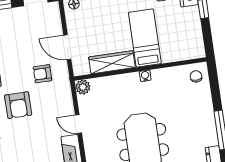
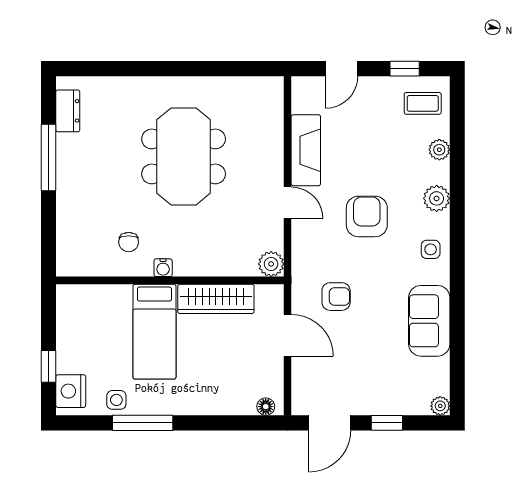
chair: (196, 76) -> (129, 242), moved
armchair: (18, 105) -> (367, 216), moved

